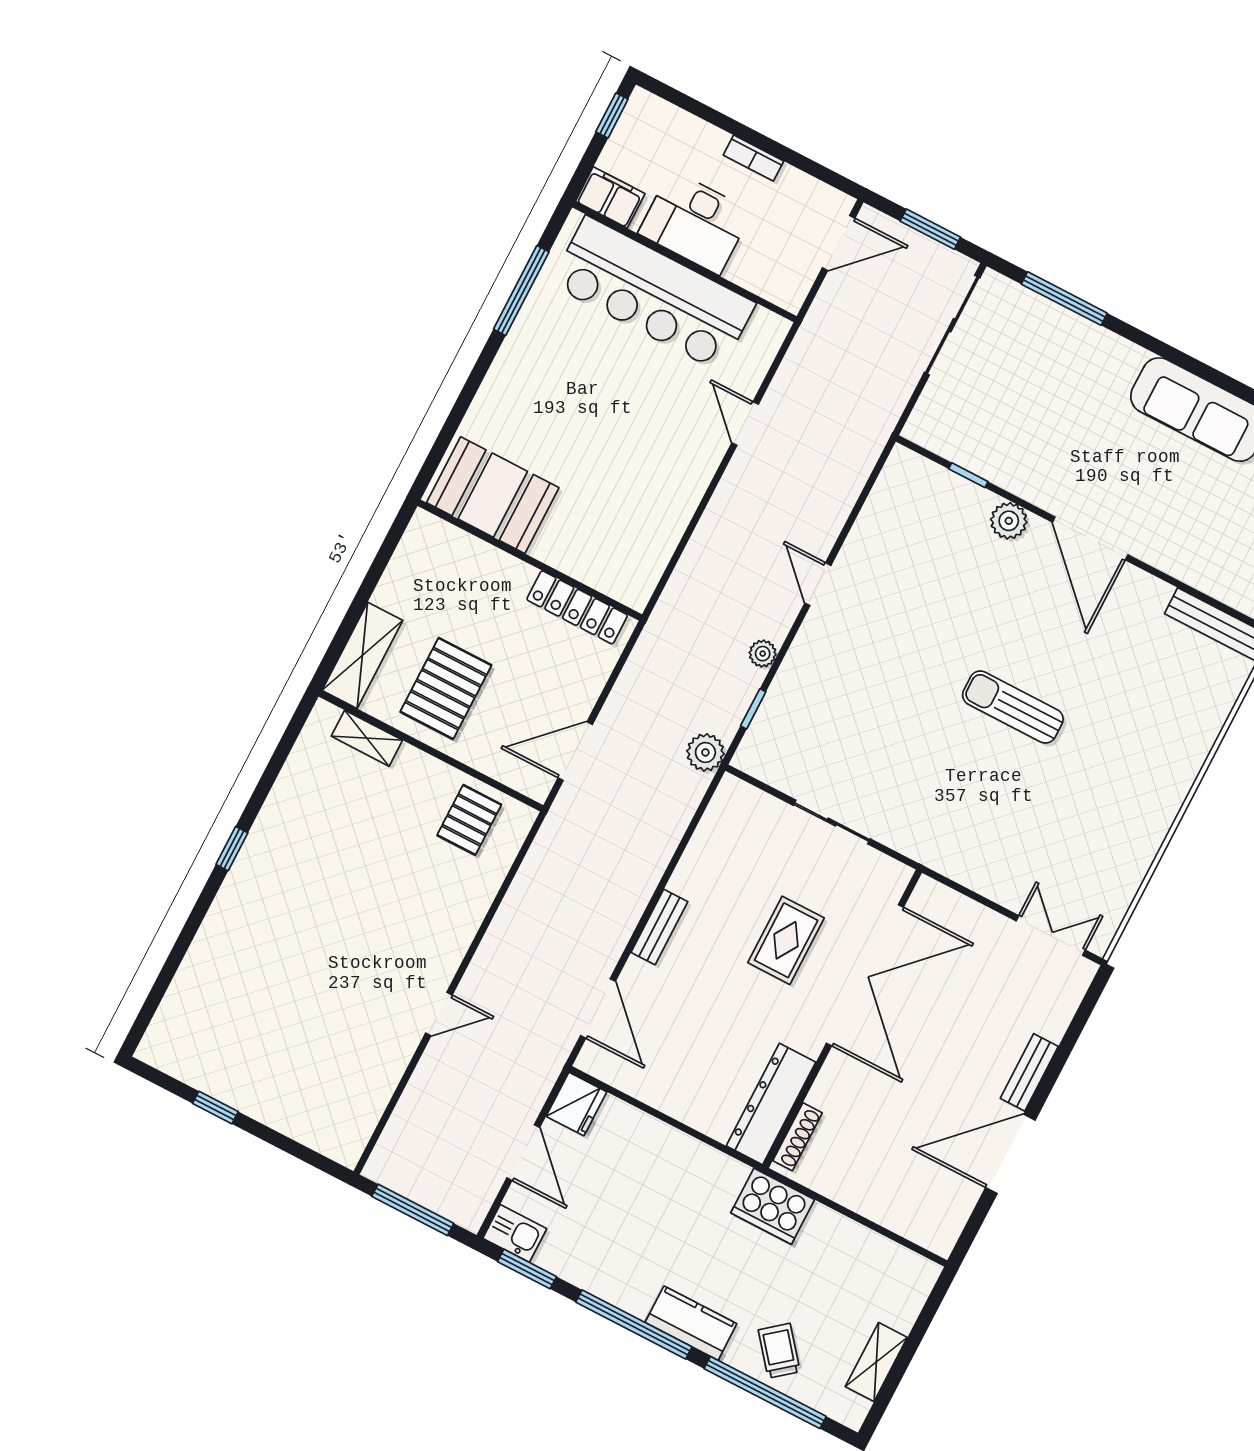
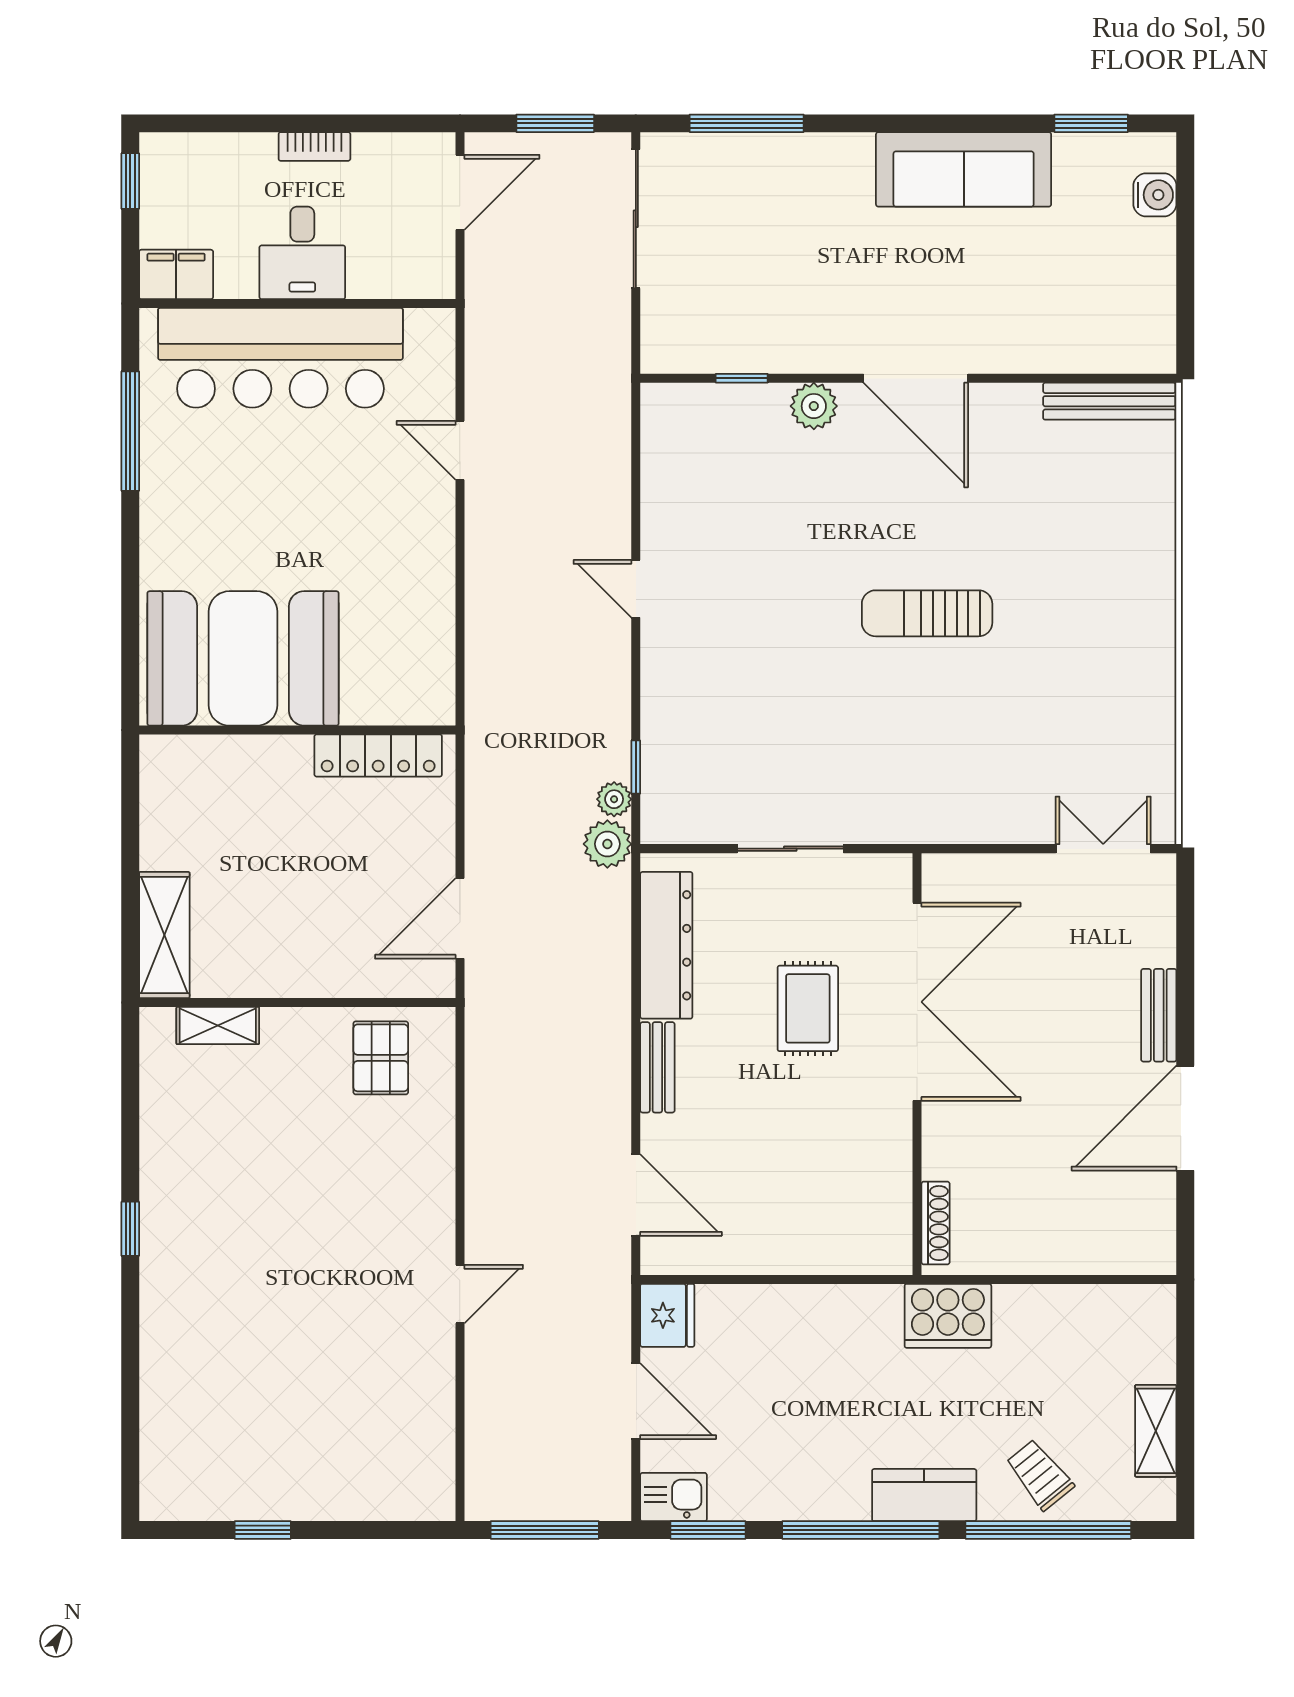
desk: (695, 222) -> (302, 253), width x0.73
booth: (493, 495) -> (243, 658), width x1.36, depth x1.42
plant: (763, 654) -> (614, 799), moved
pallet: (446, 688) -> (278, 923), removed
dresser: (771, 1104) -> (666, 945), moved, turned 180

